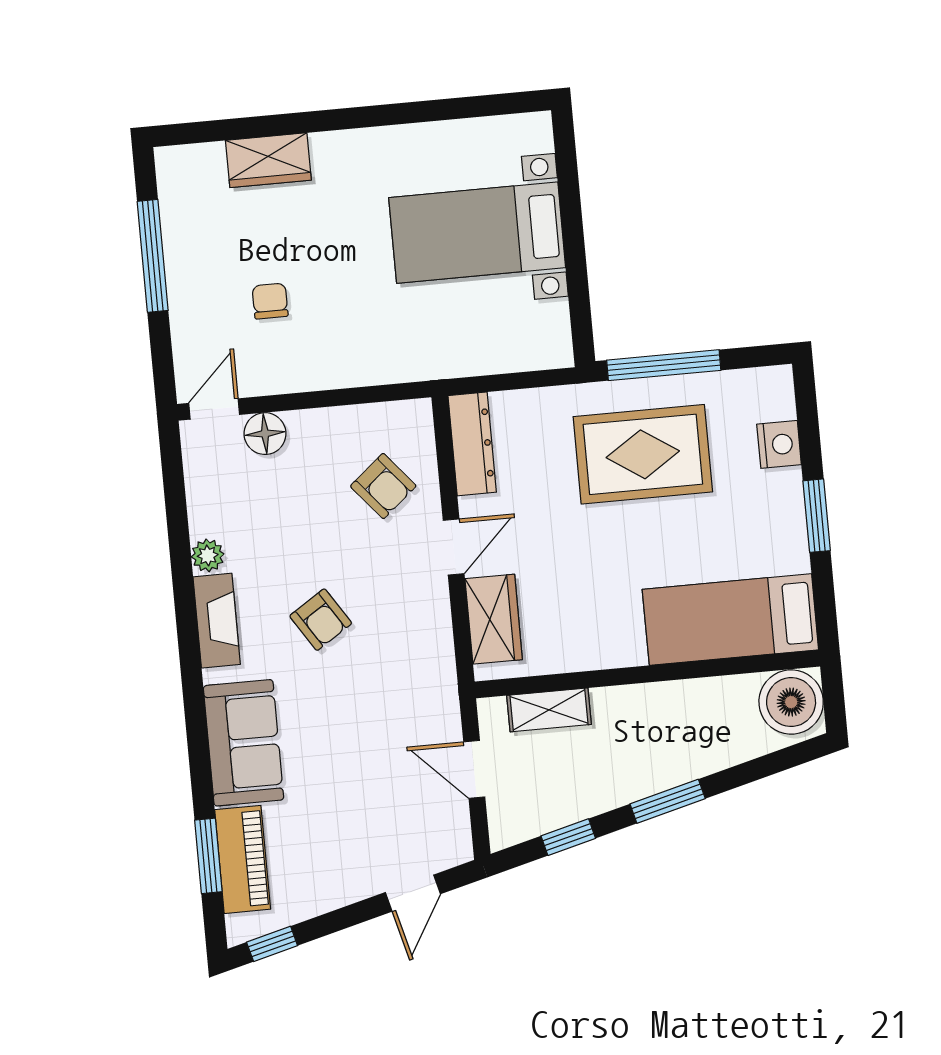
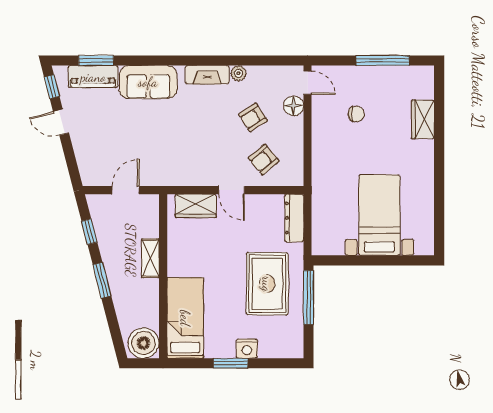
dresser: (472, 444) -> (294, 218), moved, turned 90
nightstand: (779, 444) -> (247, 349), moved
armchair: (321, 620) -> (253, 117), moved
shelving: (549, 710) -> (150, 258), moved
door: (413, 893) -> (61, 122), moved

